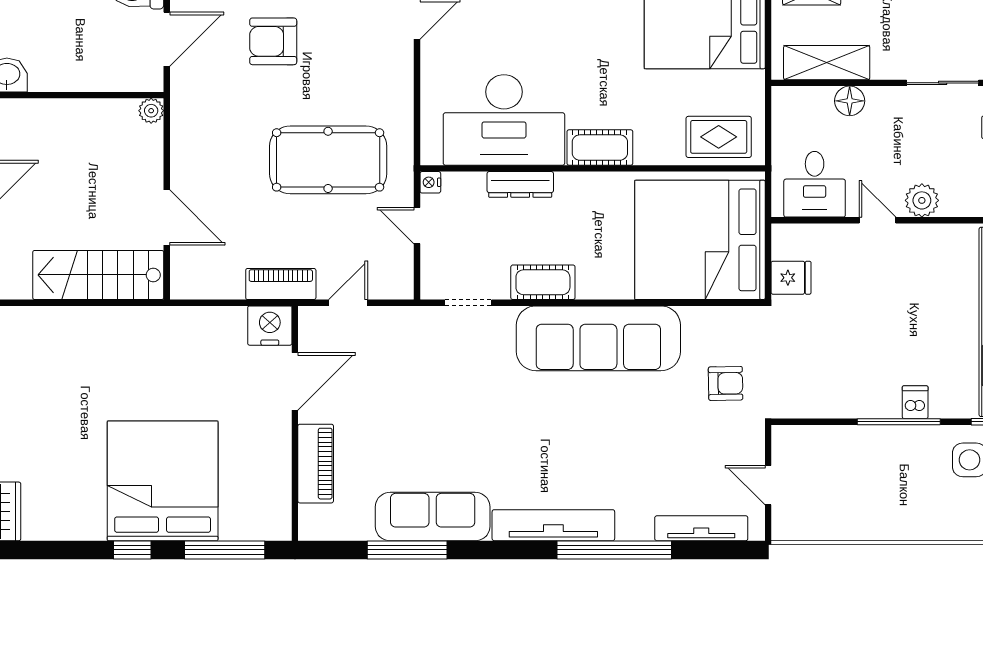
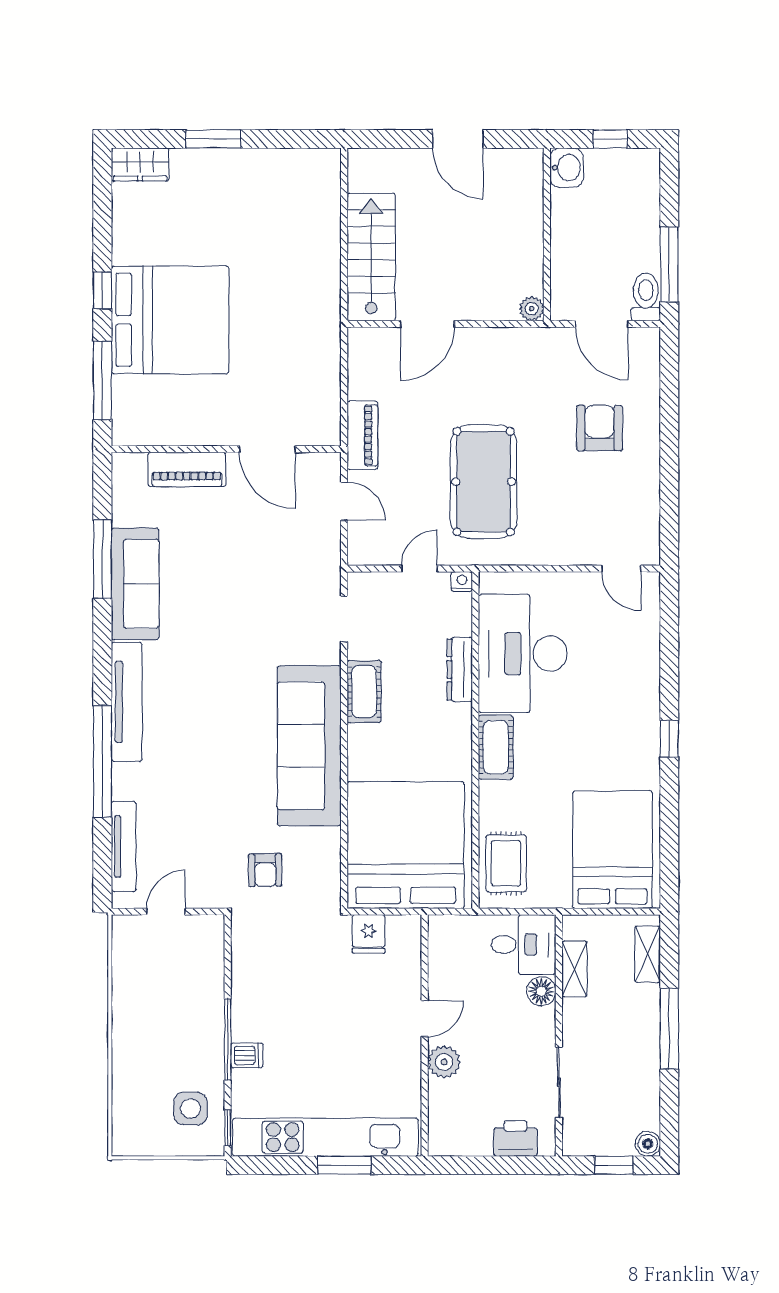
shelving: (827, 63) -> (574, 969), width x0.67, depth x0.75
desk: (815, 184) -> (524, 945), moved, turned 180
nightstand: (270, 326) -> (322, 425), removed

